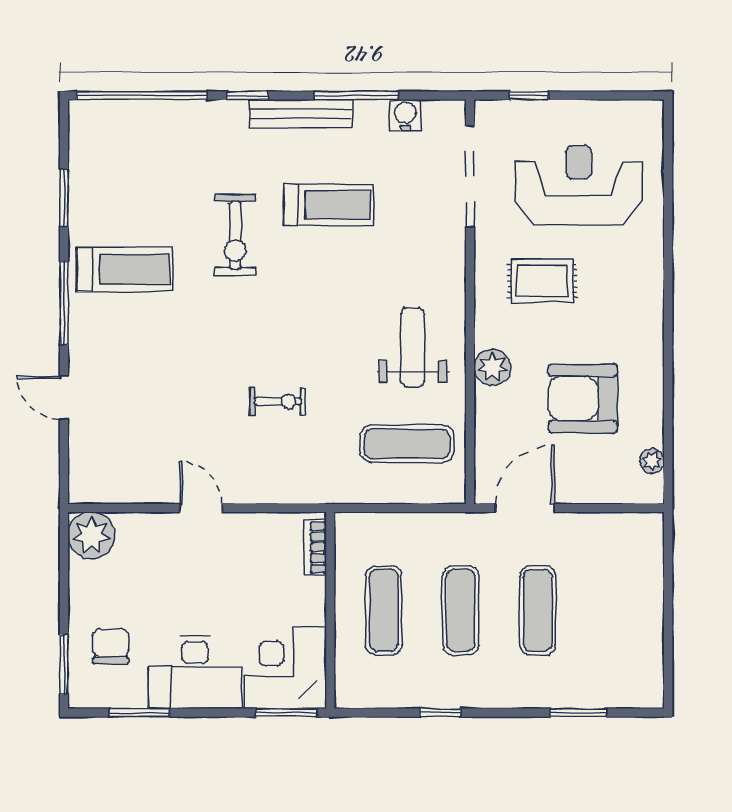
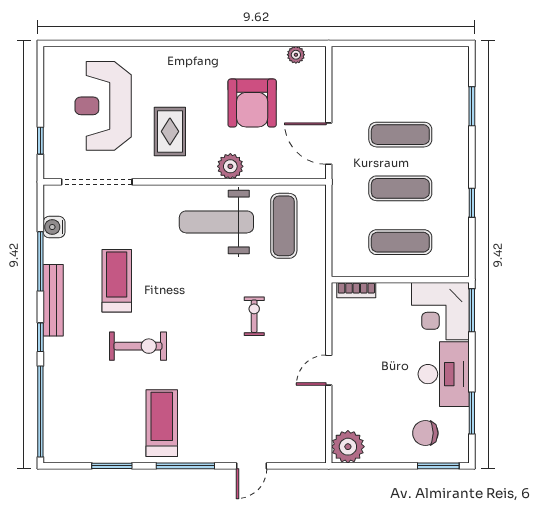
weight bench: (413, 347) -> (216, 222), width x1.36, depth x1.33

